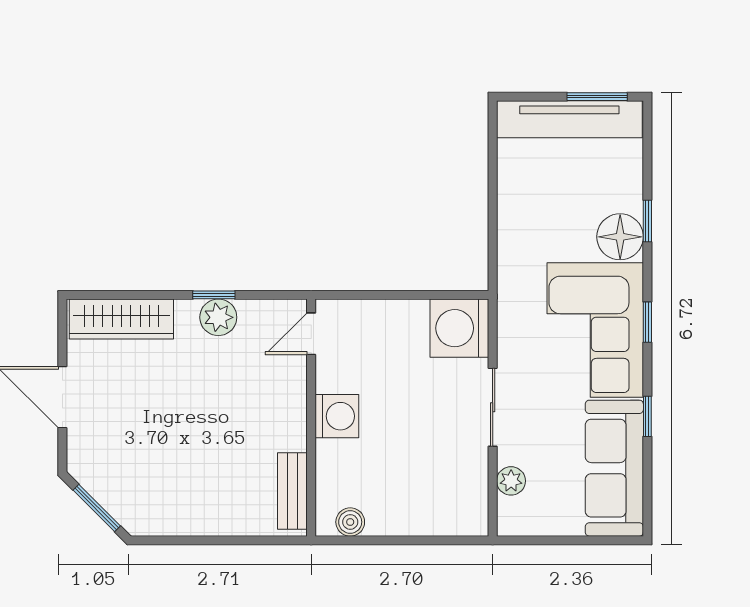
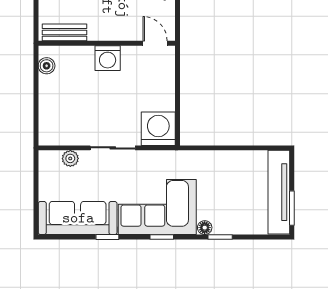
floor lamp: (620, 237) -> (205, 228), width x0.53, depth x0.53

